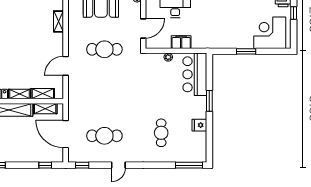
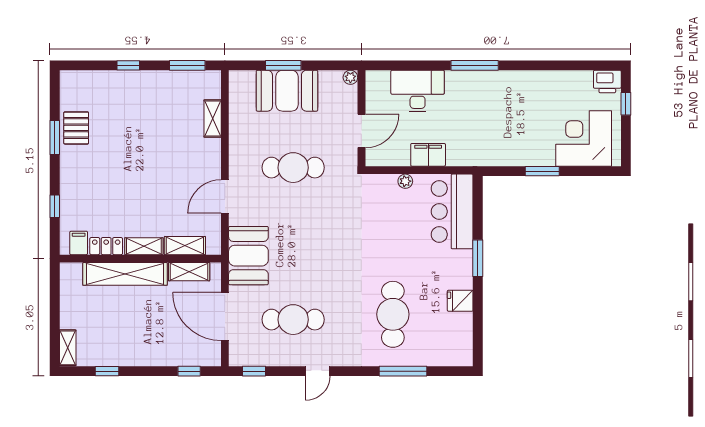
booth: (79, 99) -> (248, 256), added
cafe table: (161, 133) -> (393, 314), width x1.37, depth x1.35
window: (189, 165) -> (403, 371), moved

